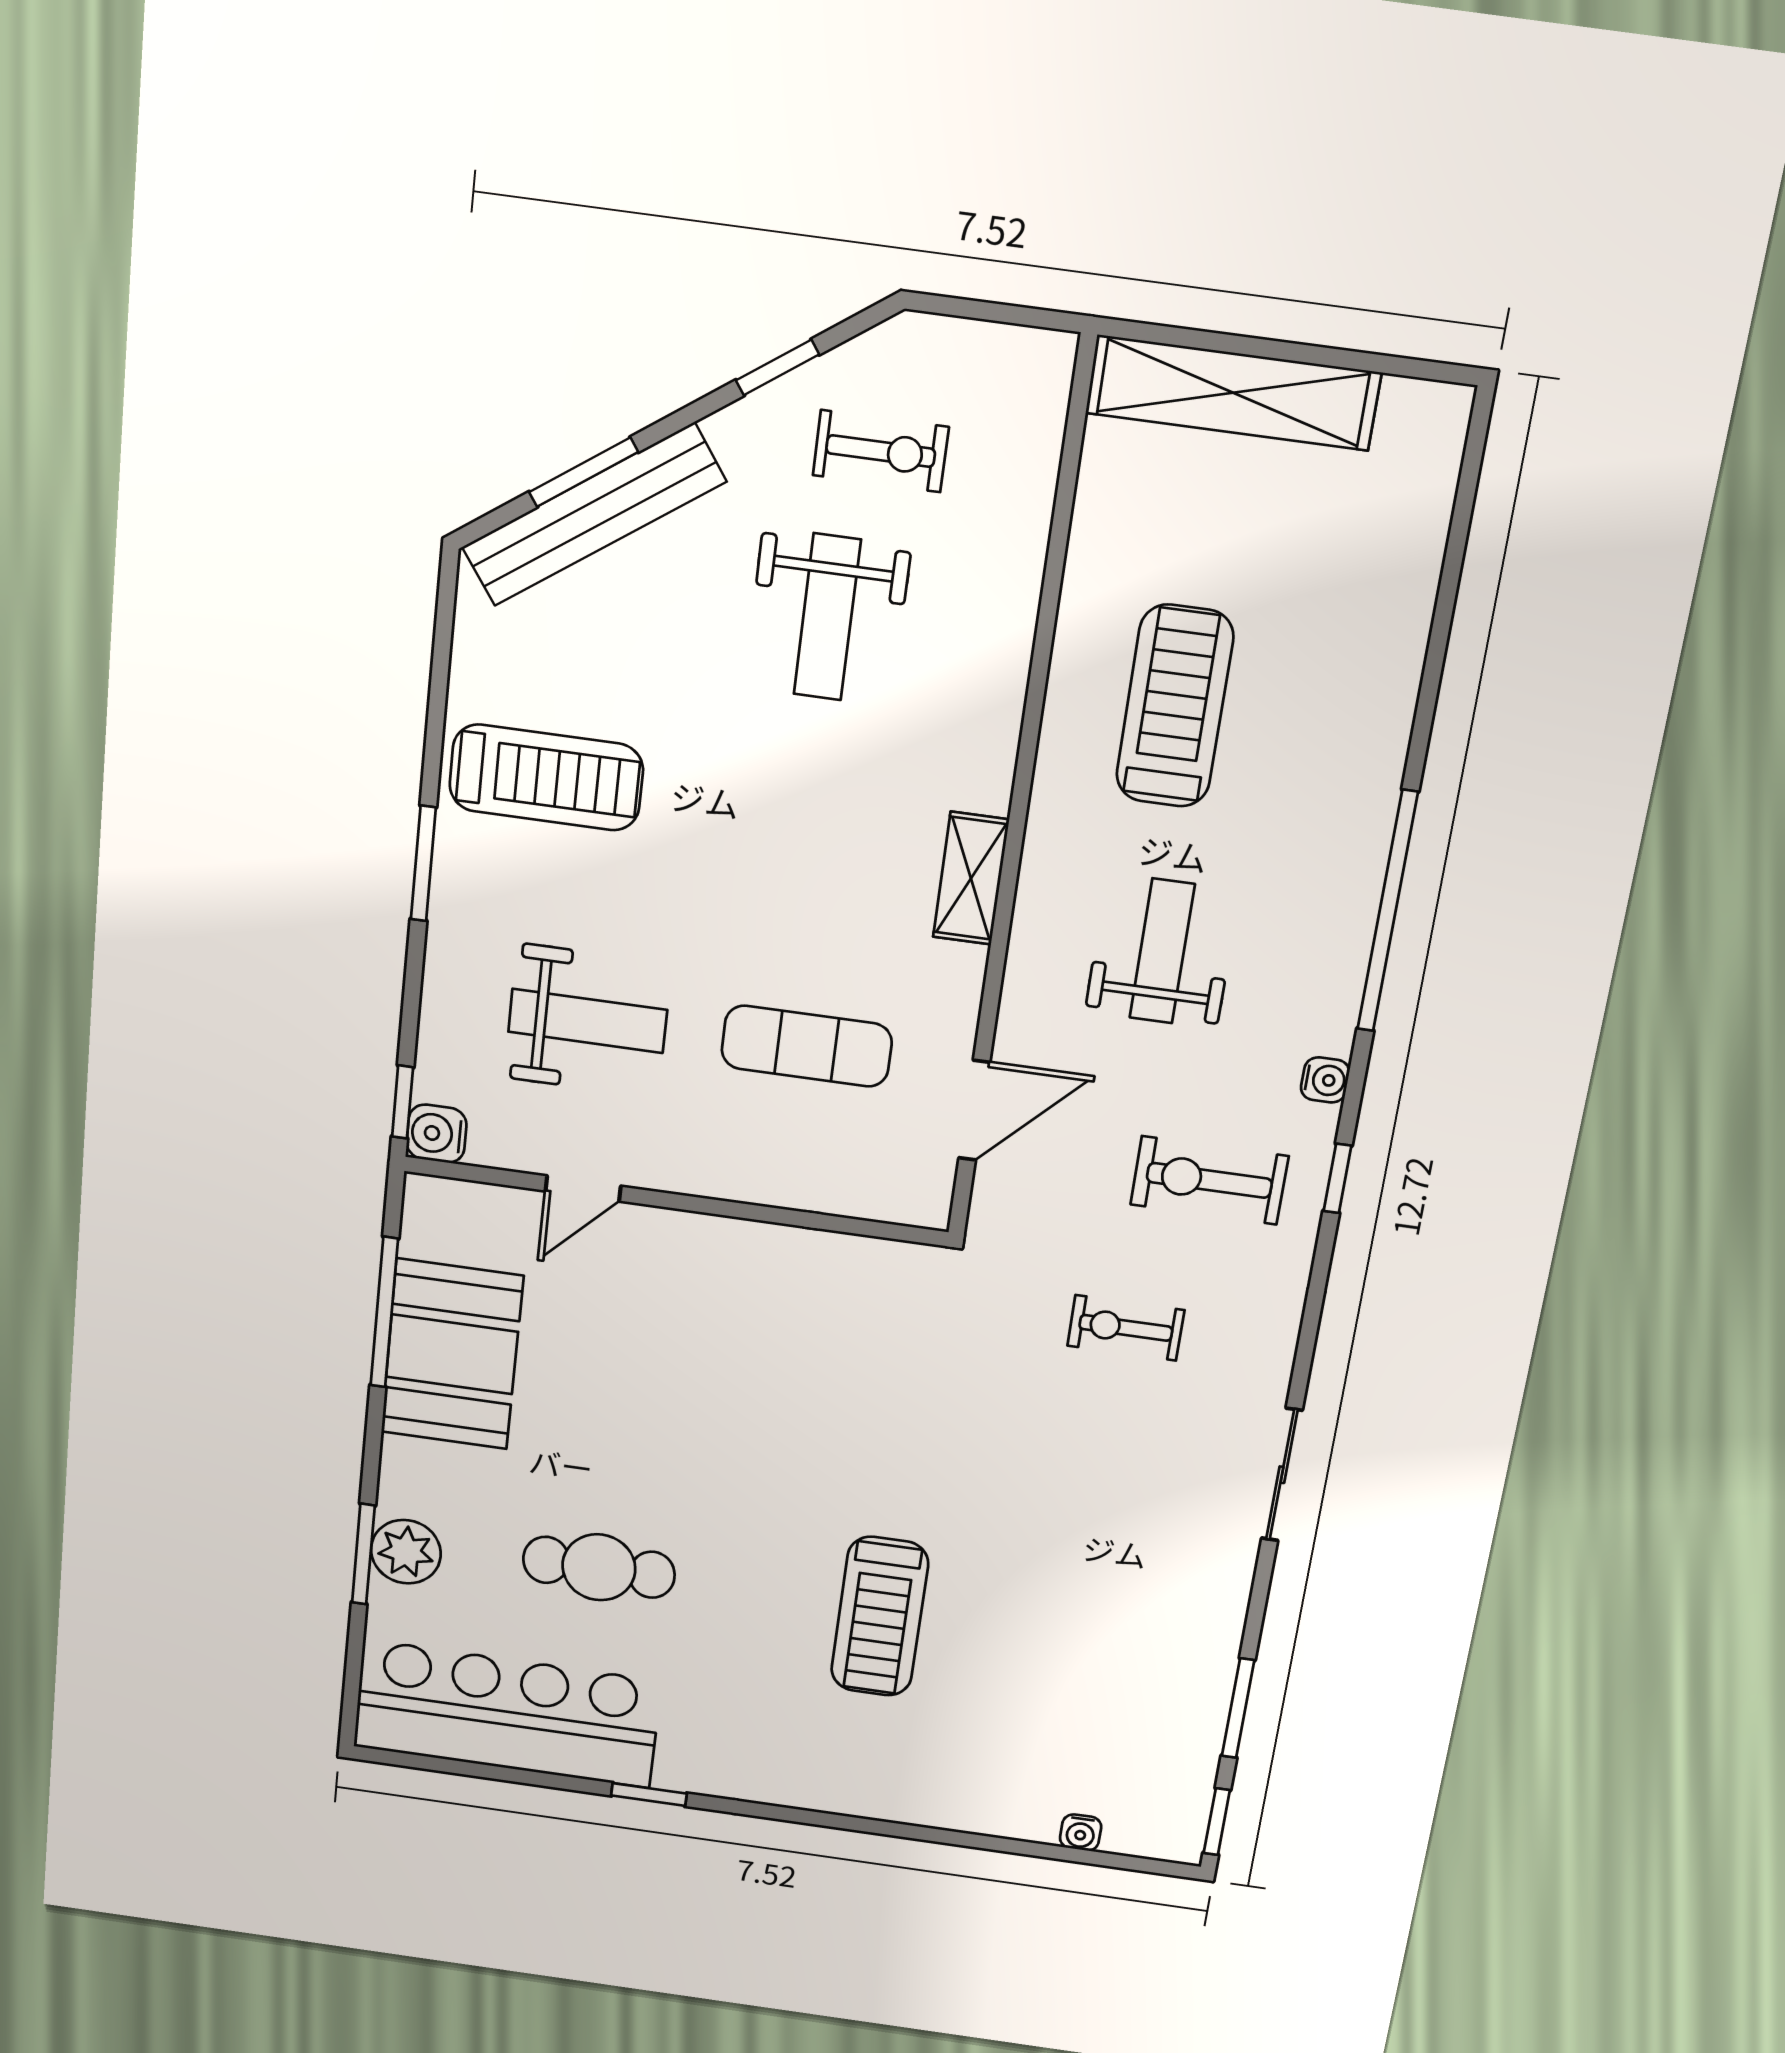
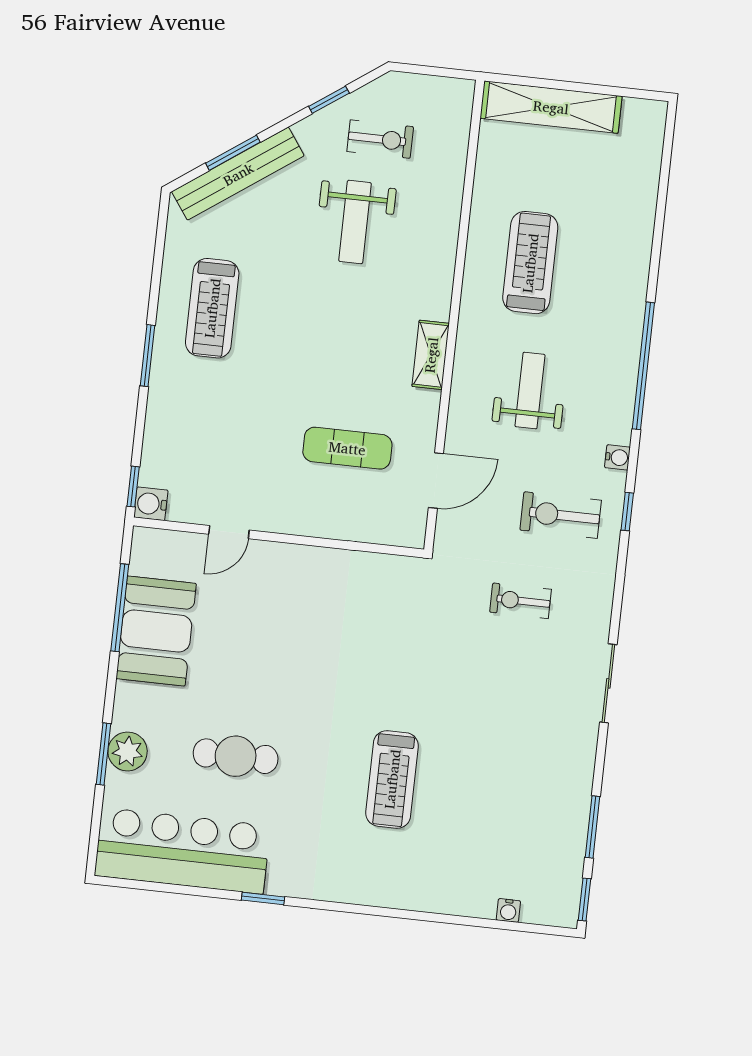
treadmill: (546, 777) -> (212, 308), turned 90
weight bench: (588, 1021) -> (232, 438), removed

